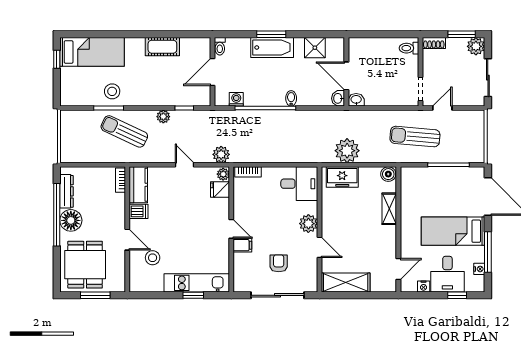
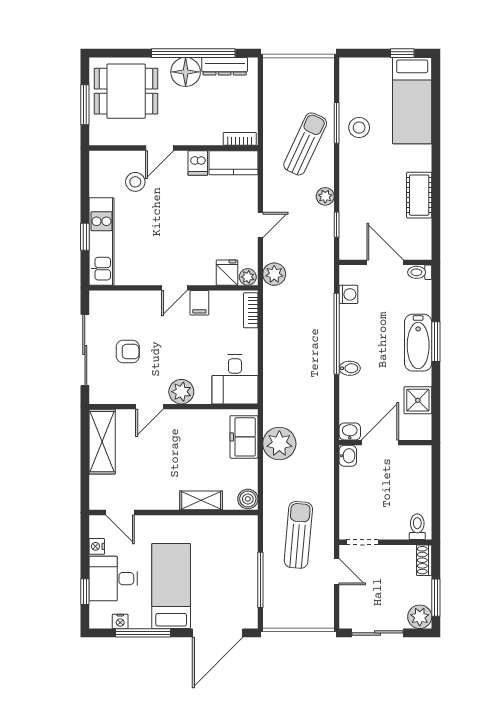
filing cabinet: (242, 245) -> (199, 303), moved

